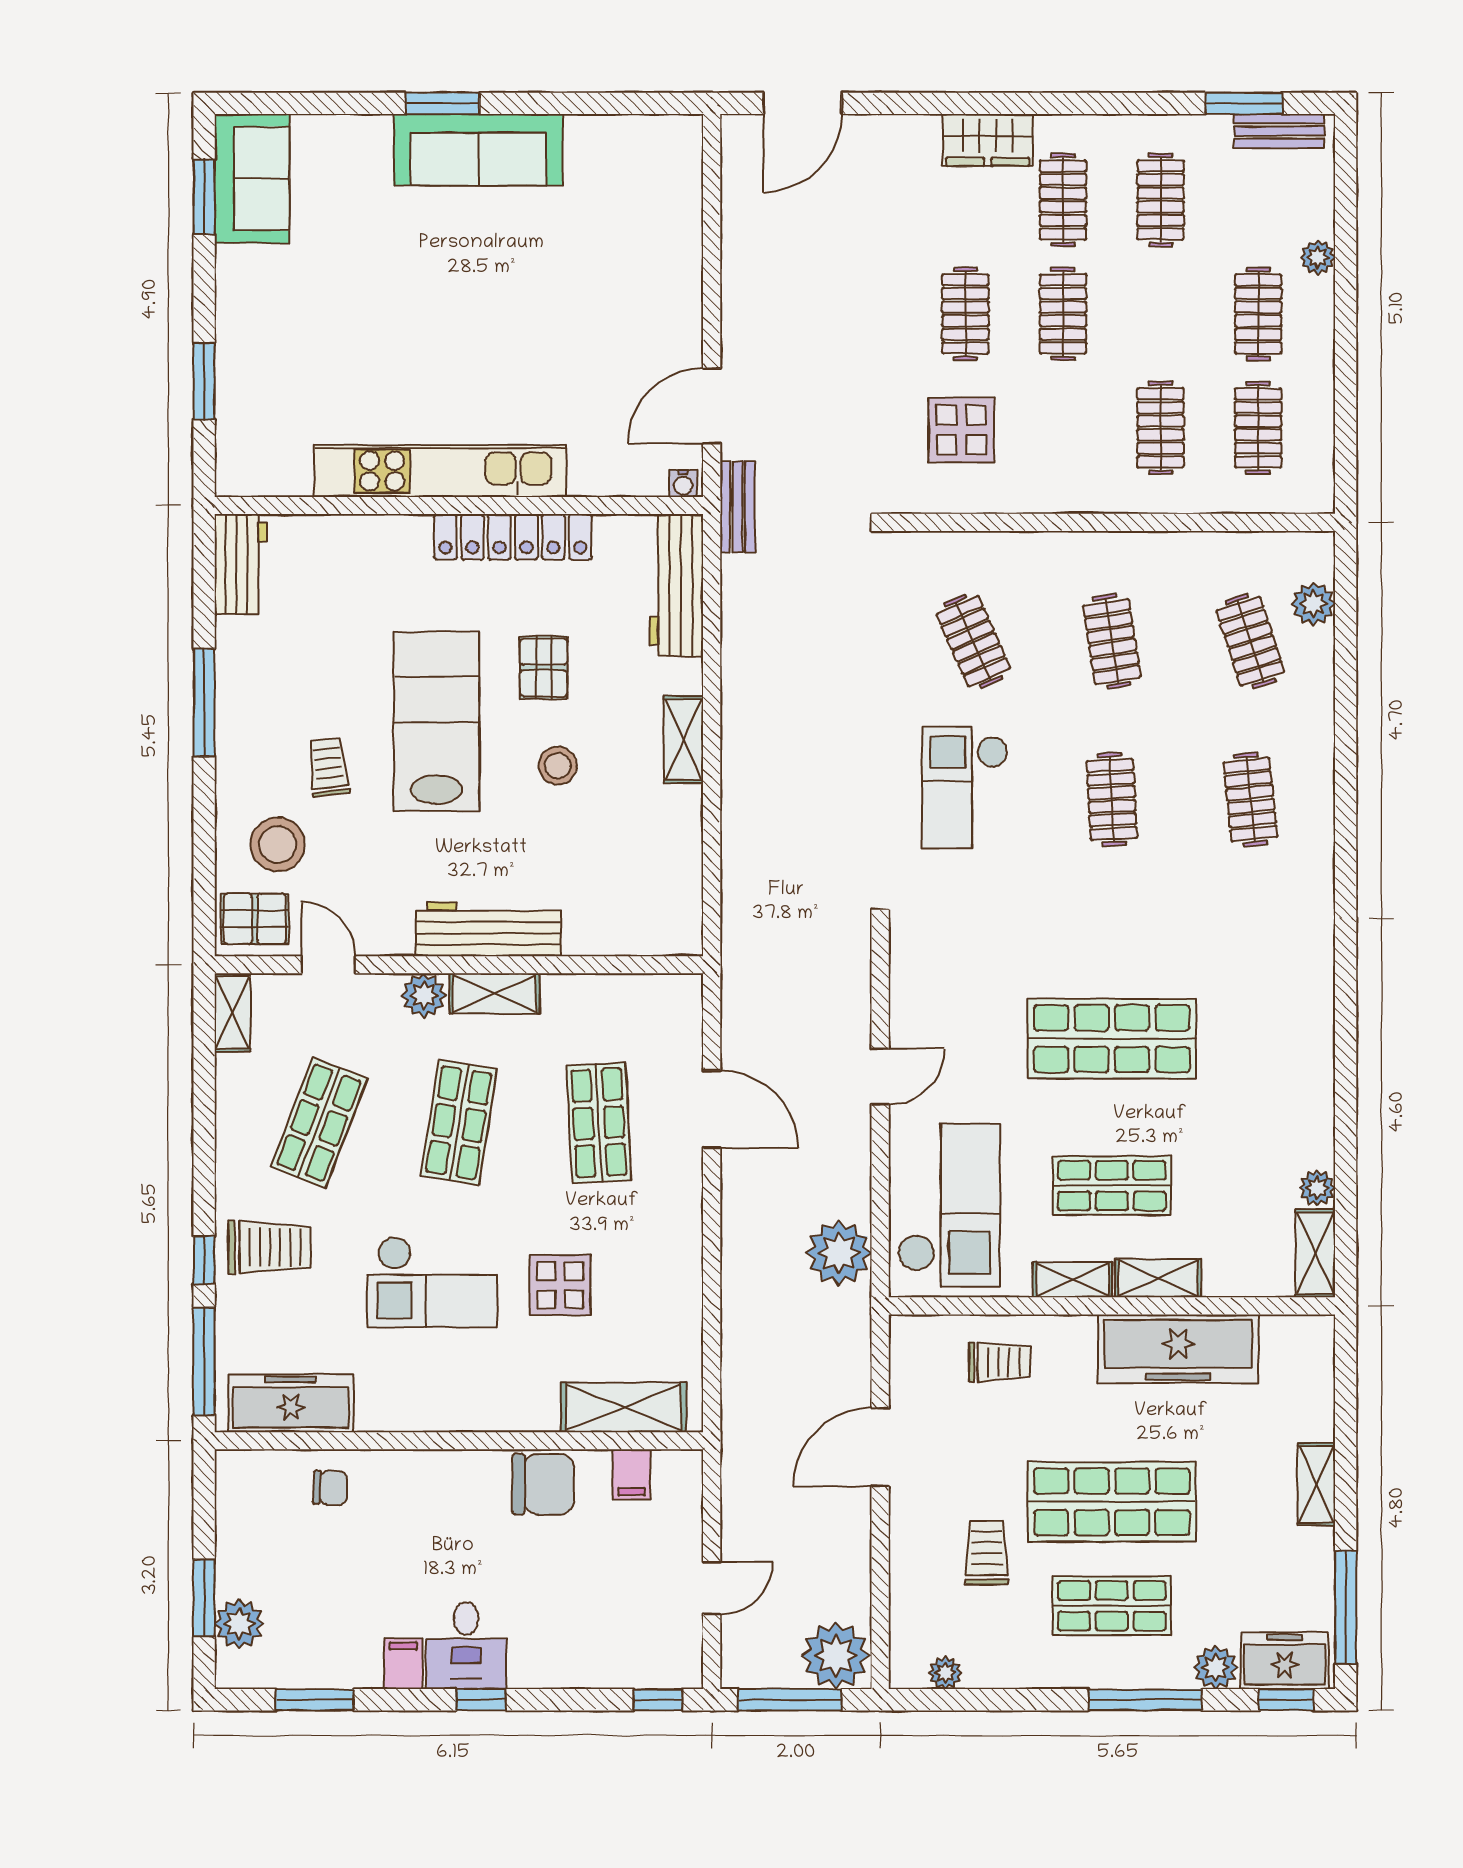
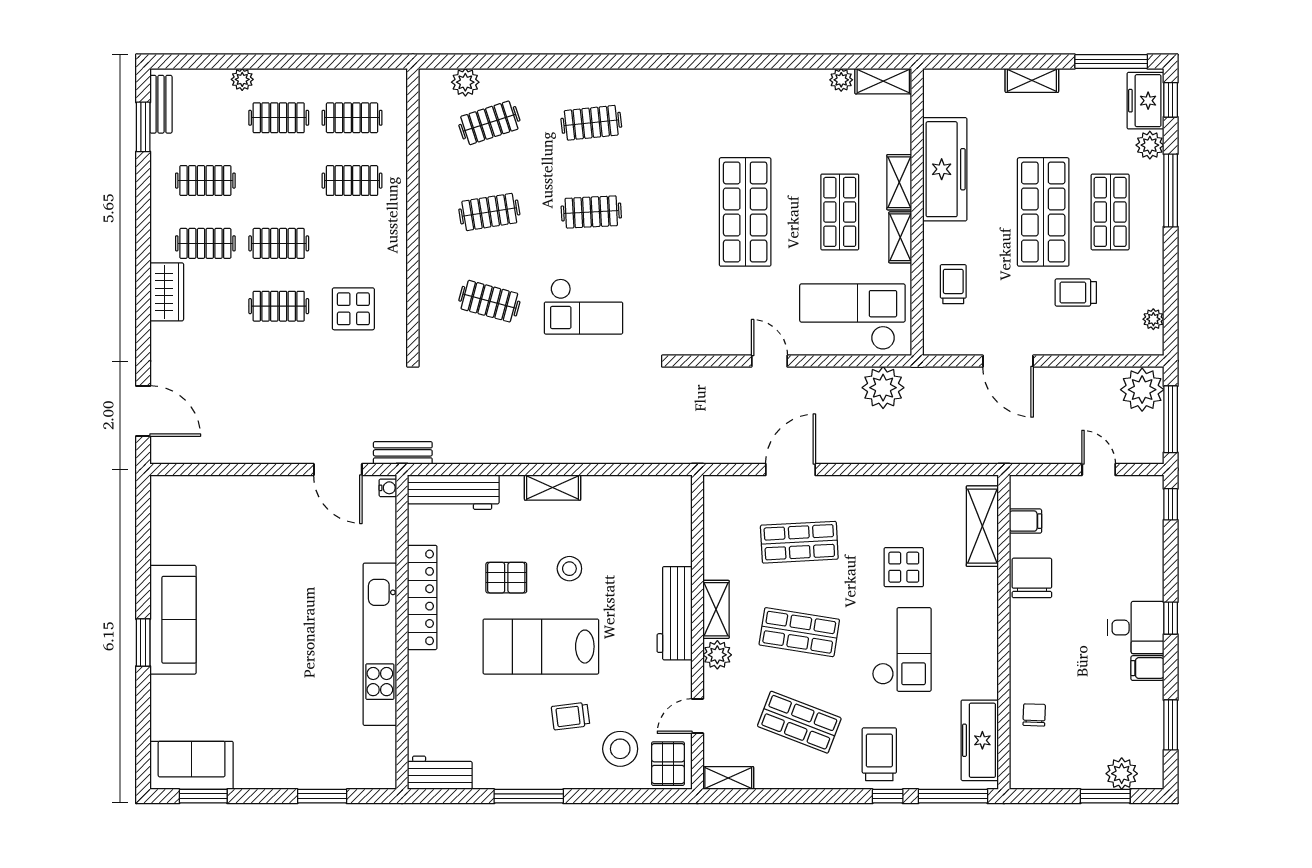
clothes rail: (973, 641) -> (489, 301), turned 39

